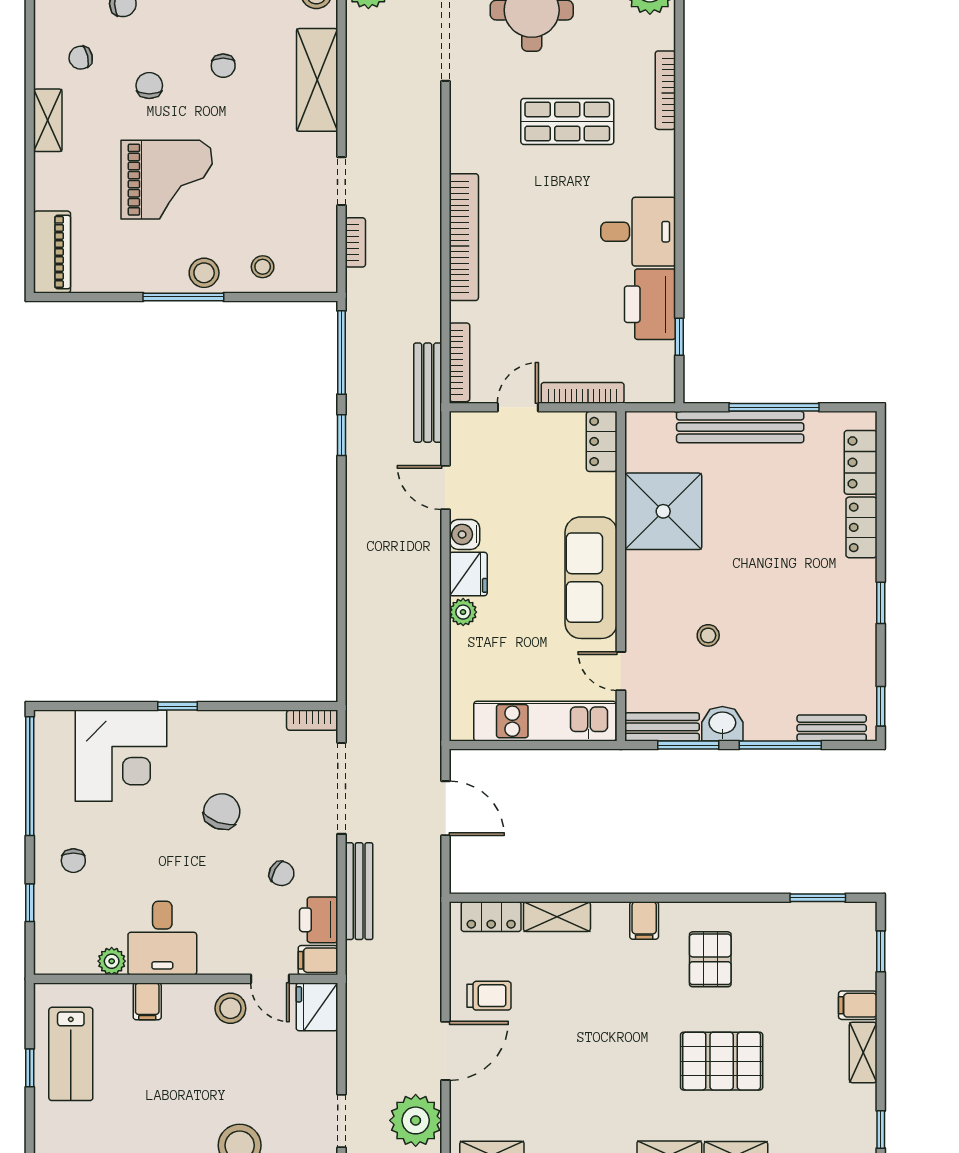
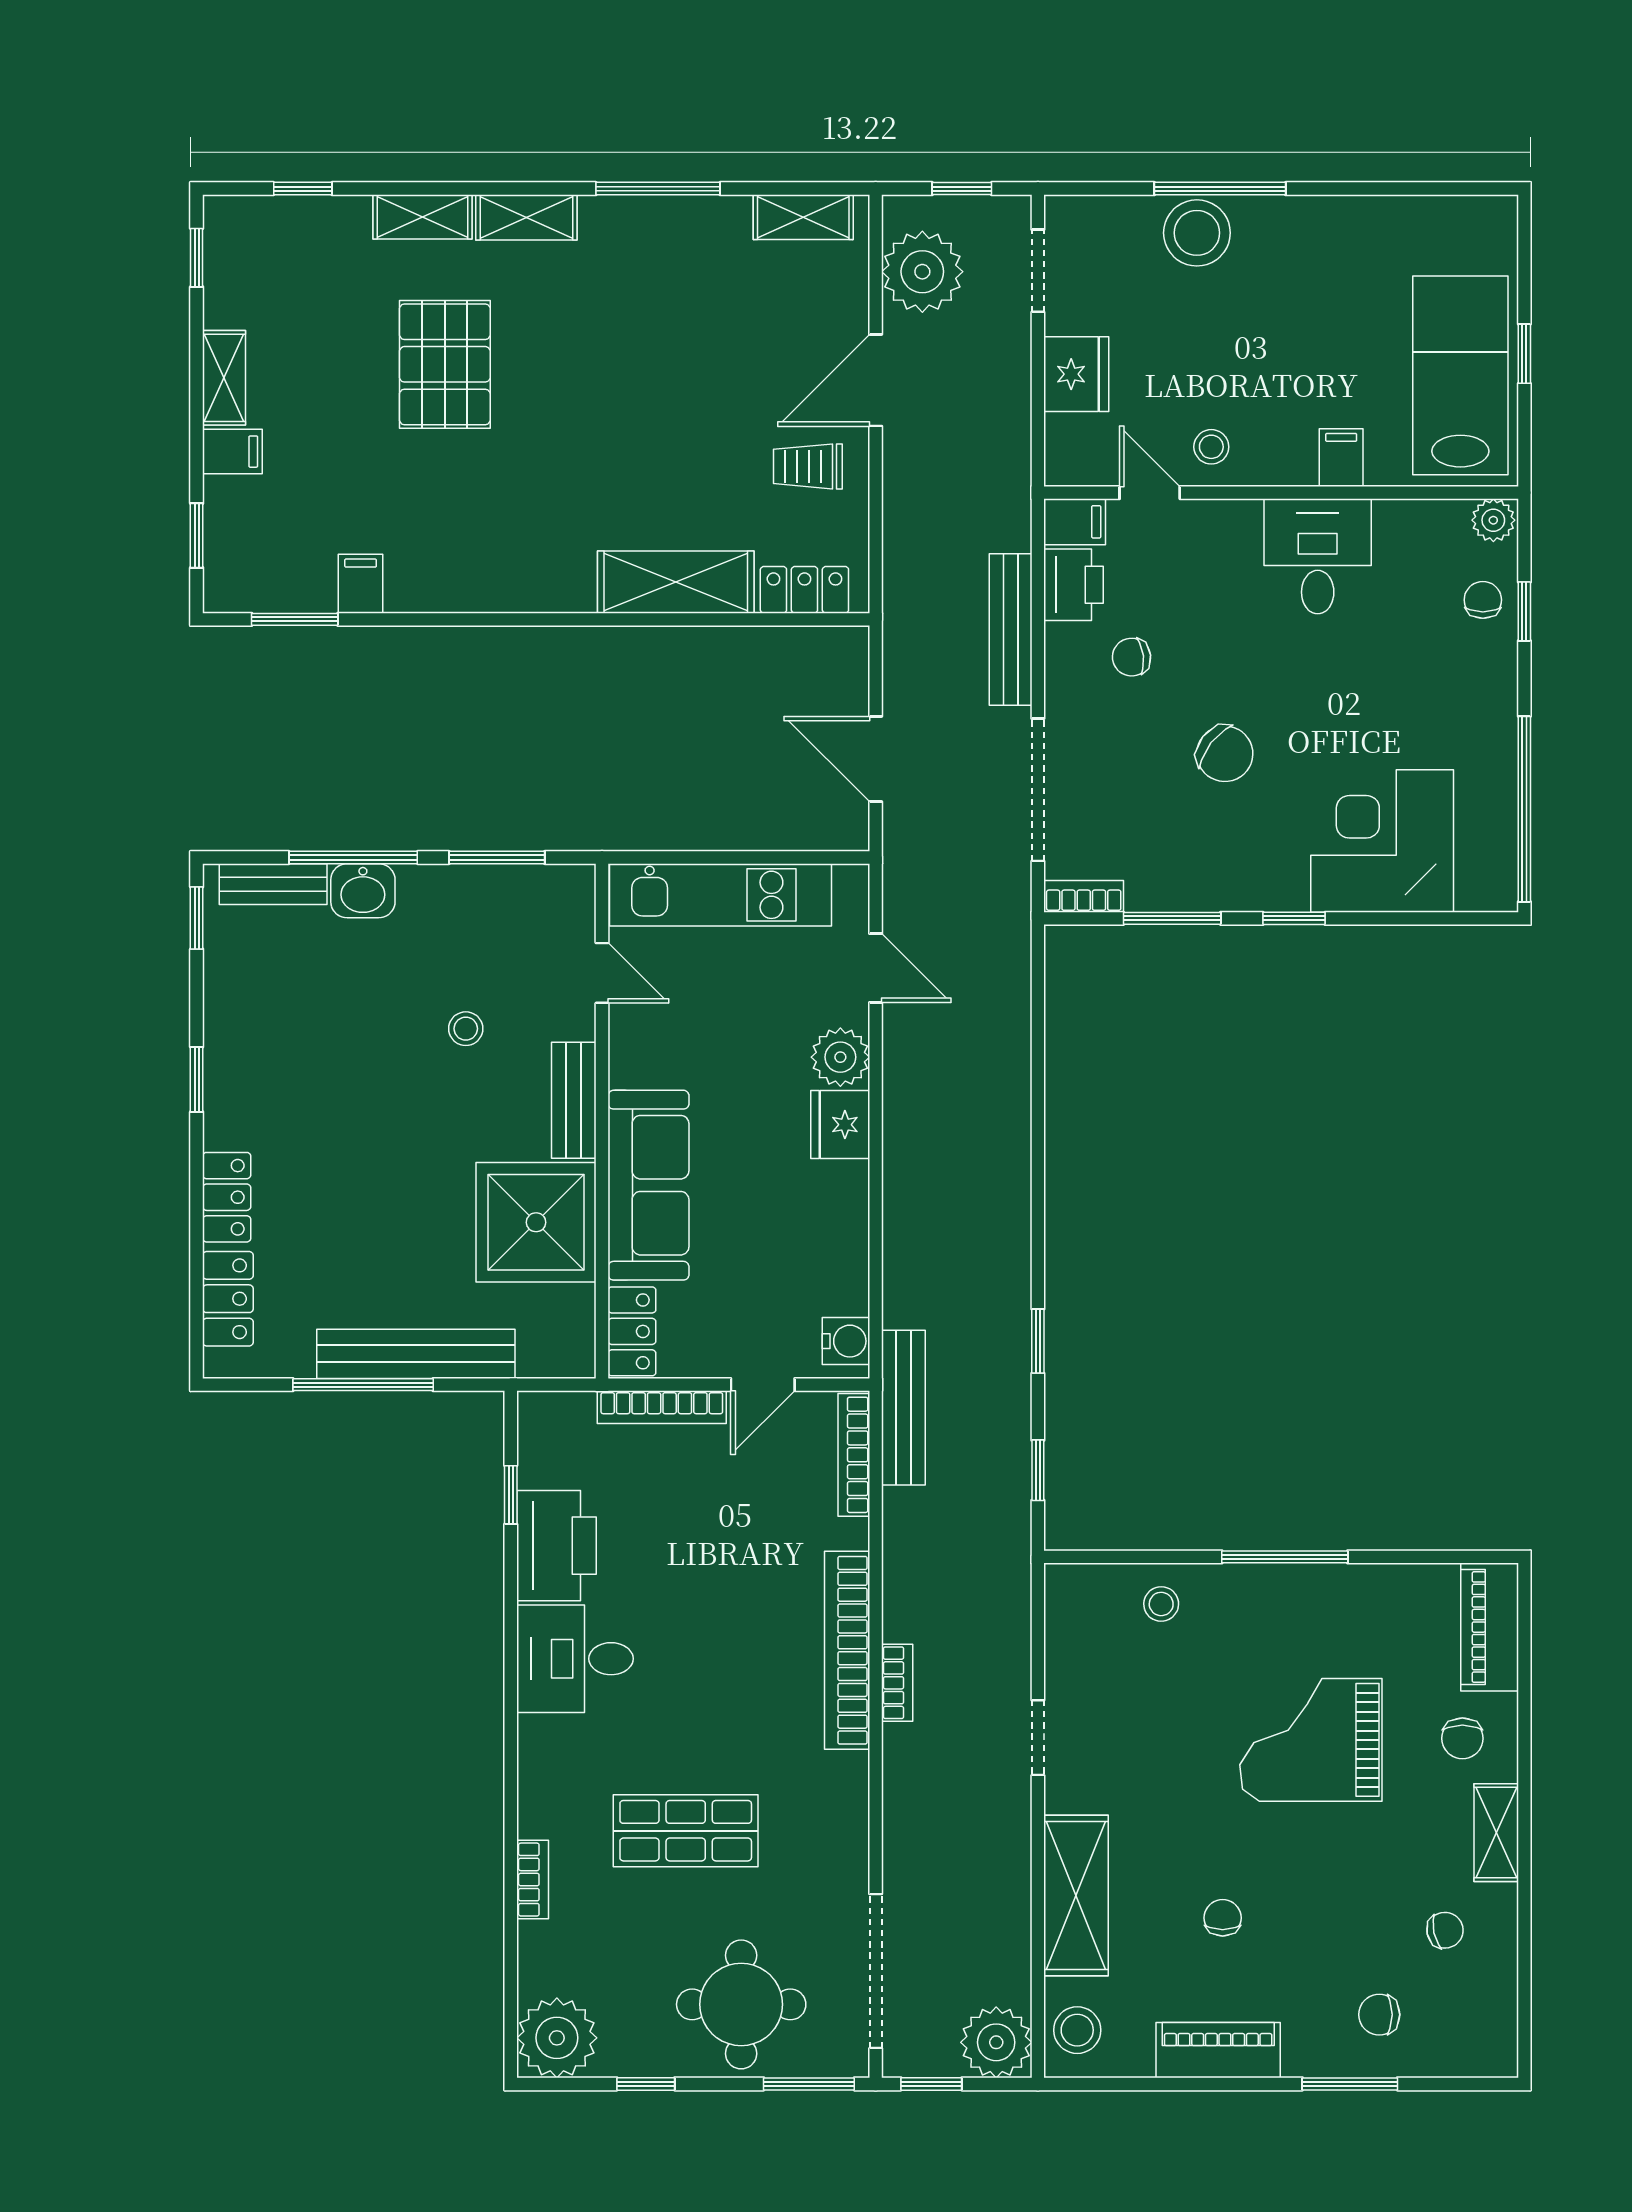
chair: (149, 85) -> (1462, 1738), moved
bookcase: (665, 90) -> (533, 1880), width x0.64
bookcase: (355, 242) -> (897, 1683), moved, turned 180
stool: (204, 273) -> (1252, 1595), removed
window: (342, 352) -> (1038, 1470), width x0.46
door: (446, 488) -> (876, 968), moved
water cooler: (465, 534) -> (846, 1341), moved
sofa: (591, 578) -> (648, 1185), moved
plant: (463, 612) -> (840, 1057), width x1.38, depth x1.38
window: (256, 706) -> (1172, 918), added
washbasin: (722, 724) -> (363, 891), moved
bench: (662, 727) -> (574, 1100), moved, turned 90
chair: (222, 812) -> (1225, 754), turned -72
chair: (73, 861) -> (1483, 600), moved
chair: (282, 874) -> (1132, 657), turned -36
shelving: (557, 917) -> (676, 582), width x1.50, depth x1.33
filing cabinet: (644, 921) -> (361, 584), moved
pallet: (710, 959) -> (463, 523), removed
plant: (112, 961) -> (1493, 520), moved
fridge: (317, 1007) -> (1076, 374), moved
stool: (230, 1008) -> (1211, 447), width x0.73, depth x0.73
lab bench: (71, 1054) -> (1460, 375), width x1.36, depth x1.39
pallet: (722, 1061) -> (445, 364), turned 90

